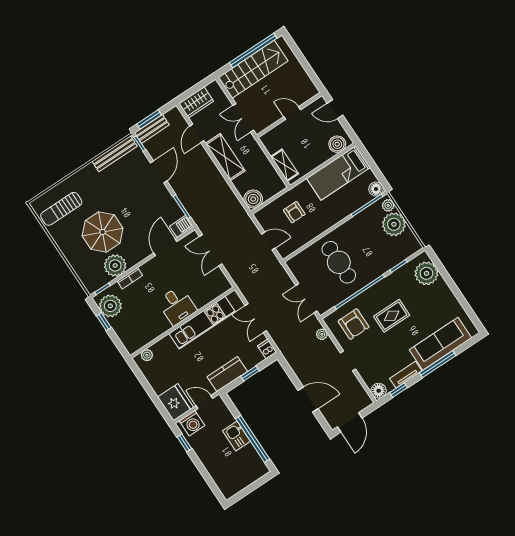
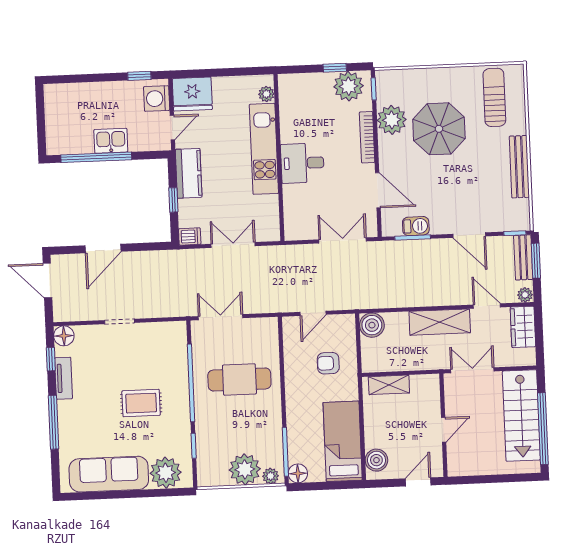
bench: (115, 154) -> (519, 167), moved
barbecue: (181, 226) -> (416, 226), moved, turned -90
bookcase: (130, 278) -> (367, 137), width x1.56
rug: (392, 316) -> (141, 403), turned 90
kitchen unit: (202, 323) -> (264, 149), moved
armchair: (354, 324) -> (158, 353), removed
plant: (322, 334) -> (525, 295), moved
sofa: (440, 344) -> (109, 474), moved, turned -90

